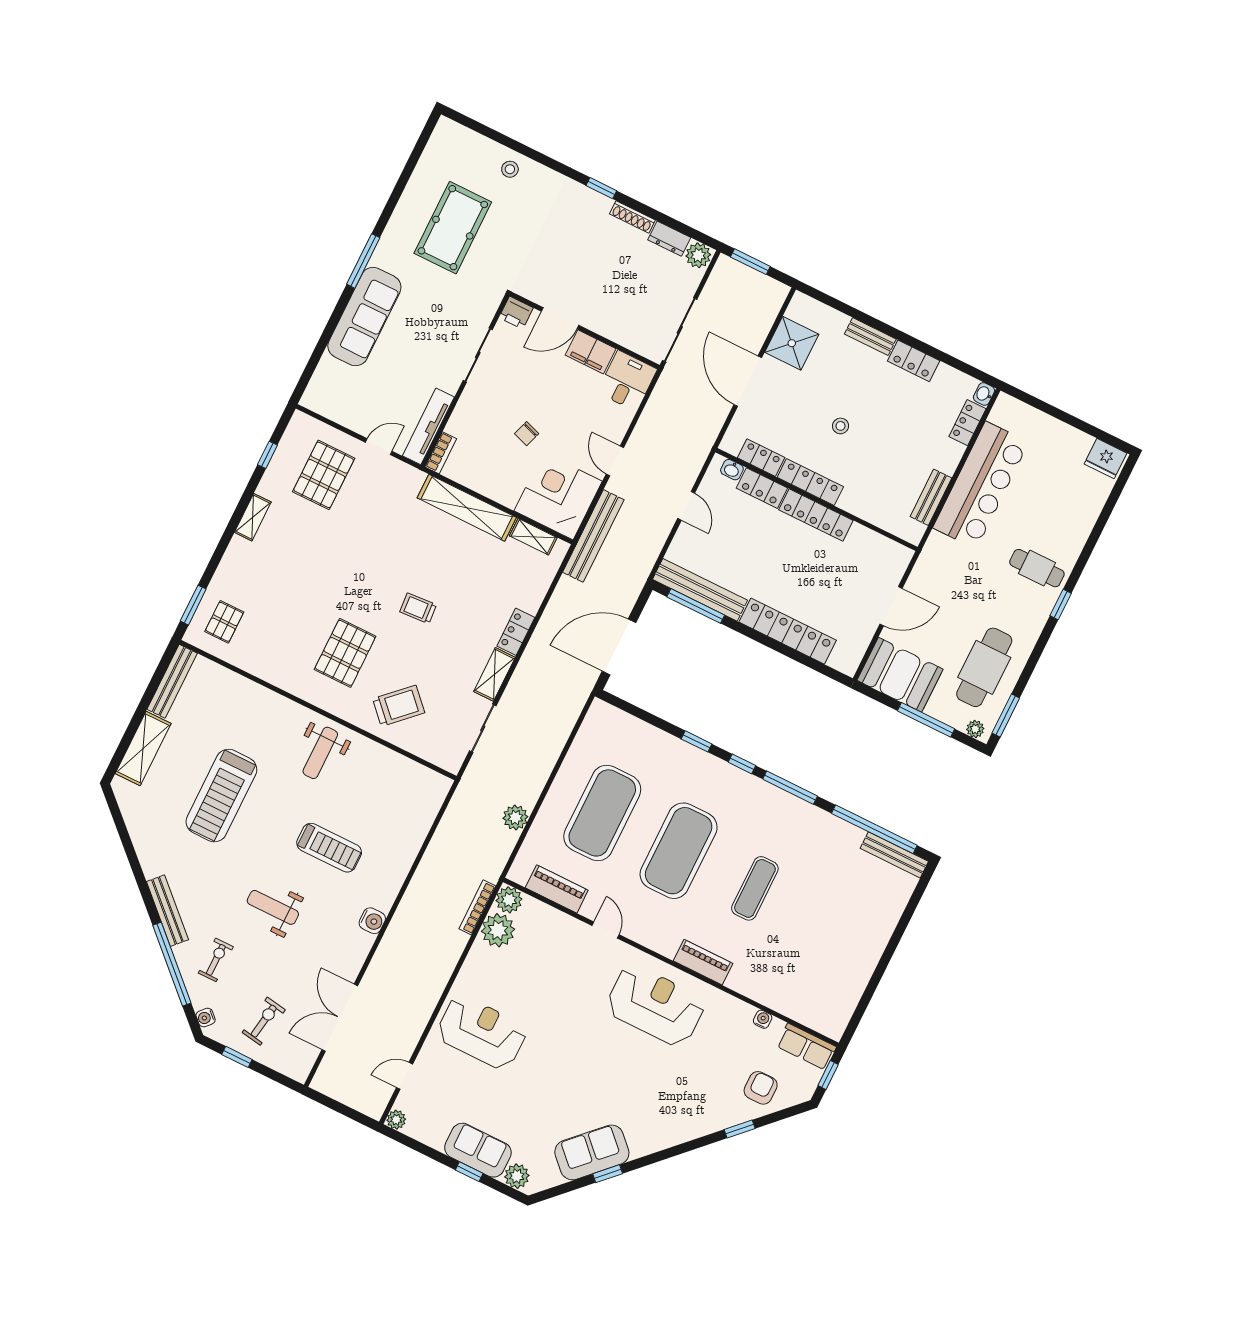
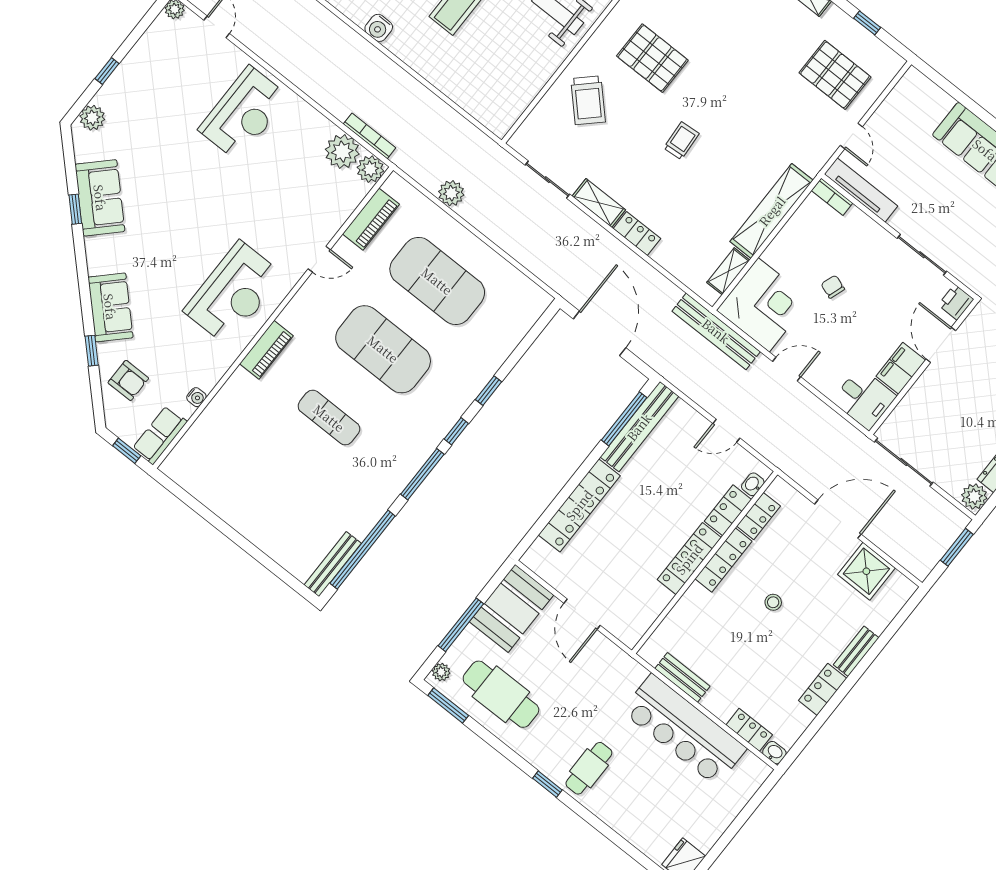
sofa: (478, 1150) -> (110, 307), moved, turned -45

